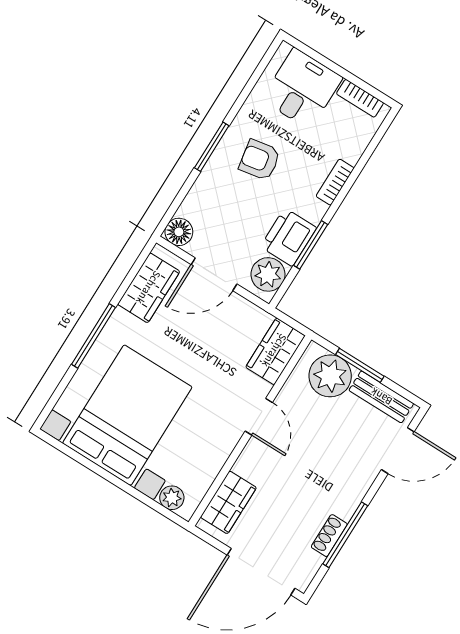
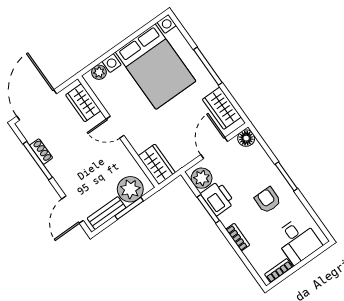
armchair: (260, 160) -> (268, 200), turned -80
door: (259, 417) -> (115, 127), moved

